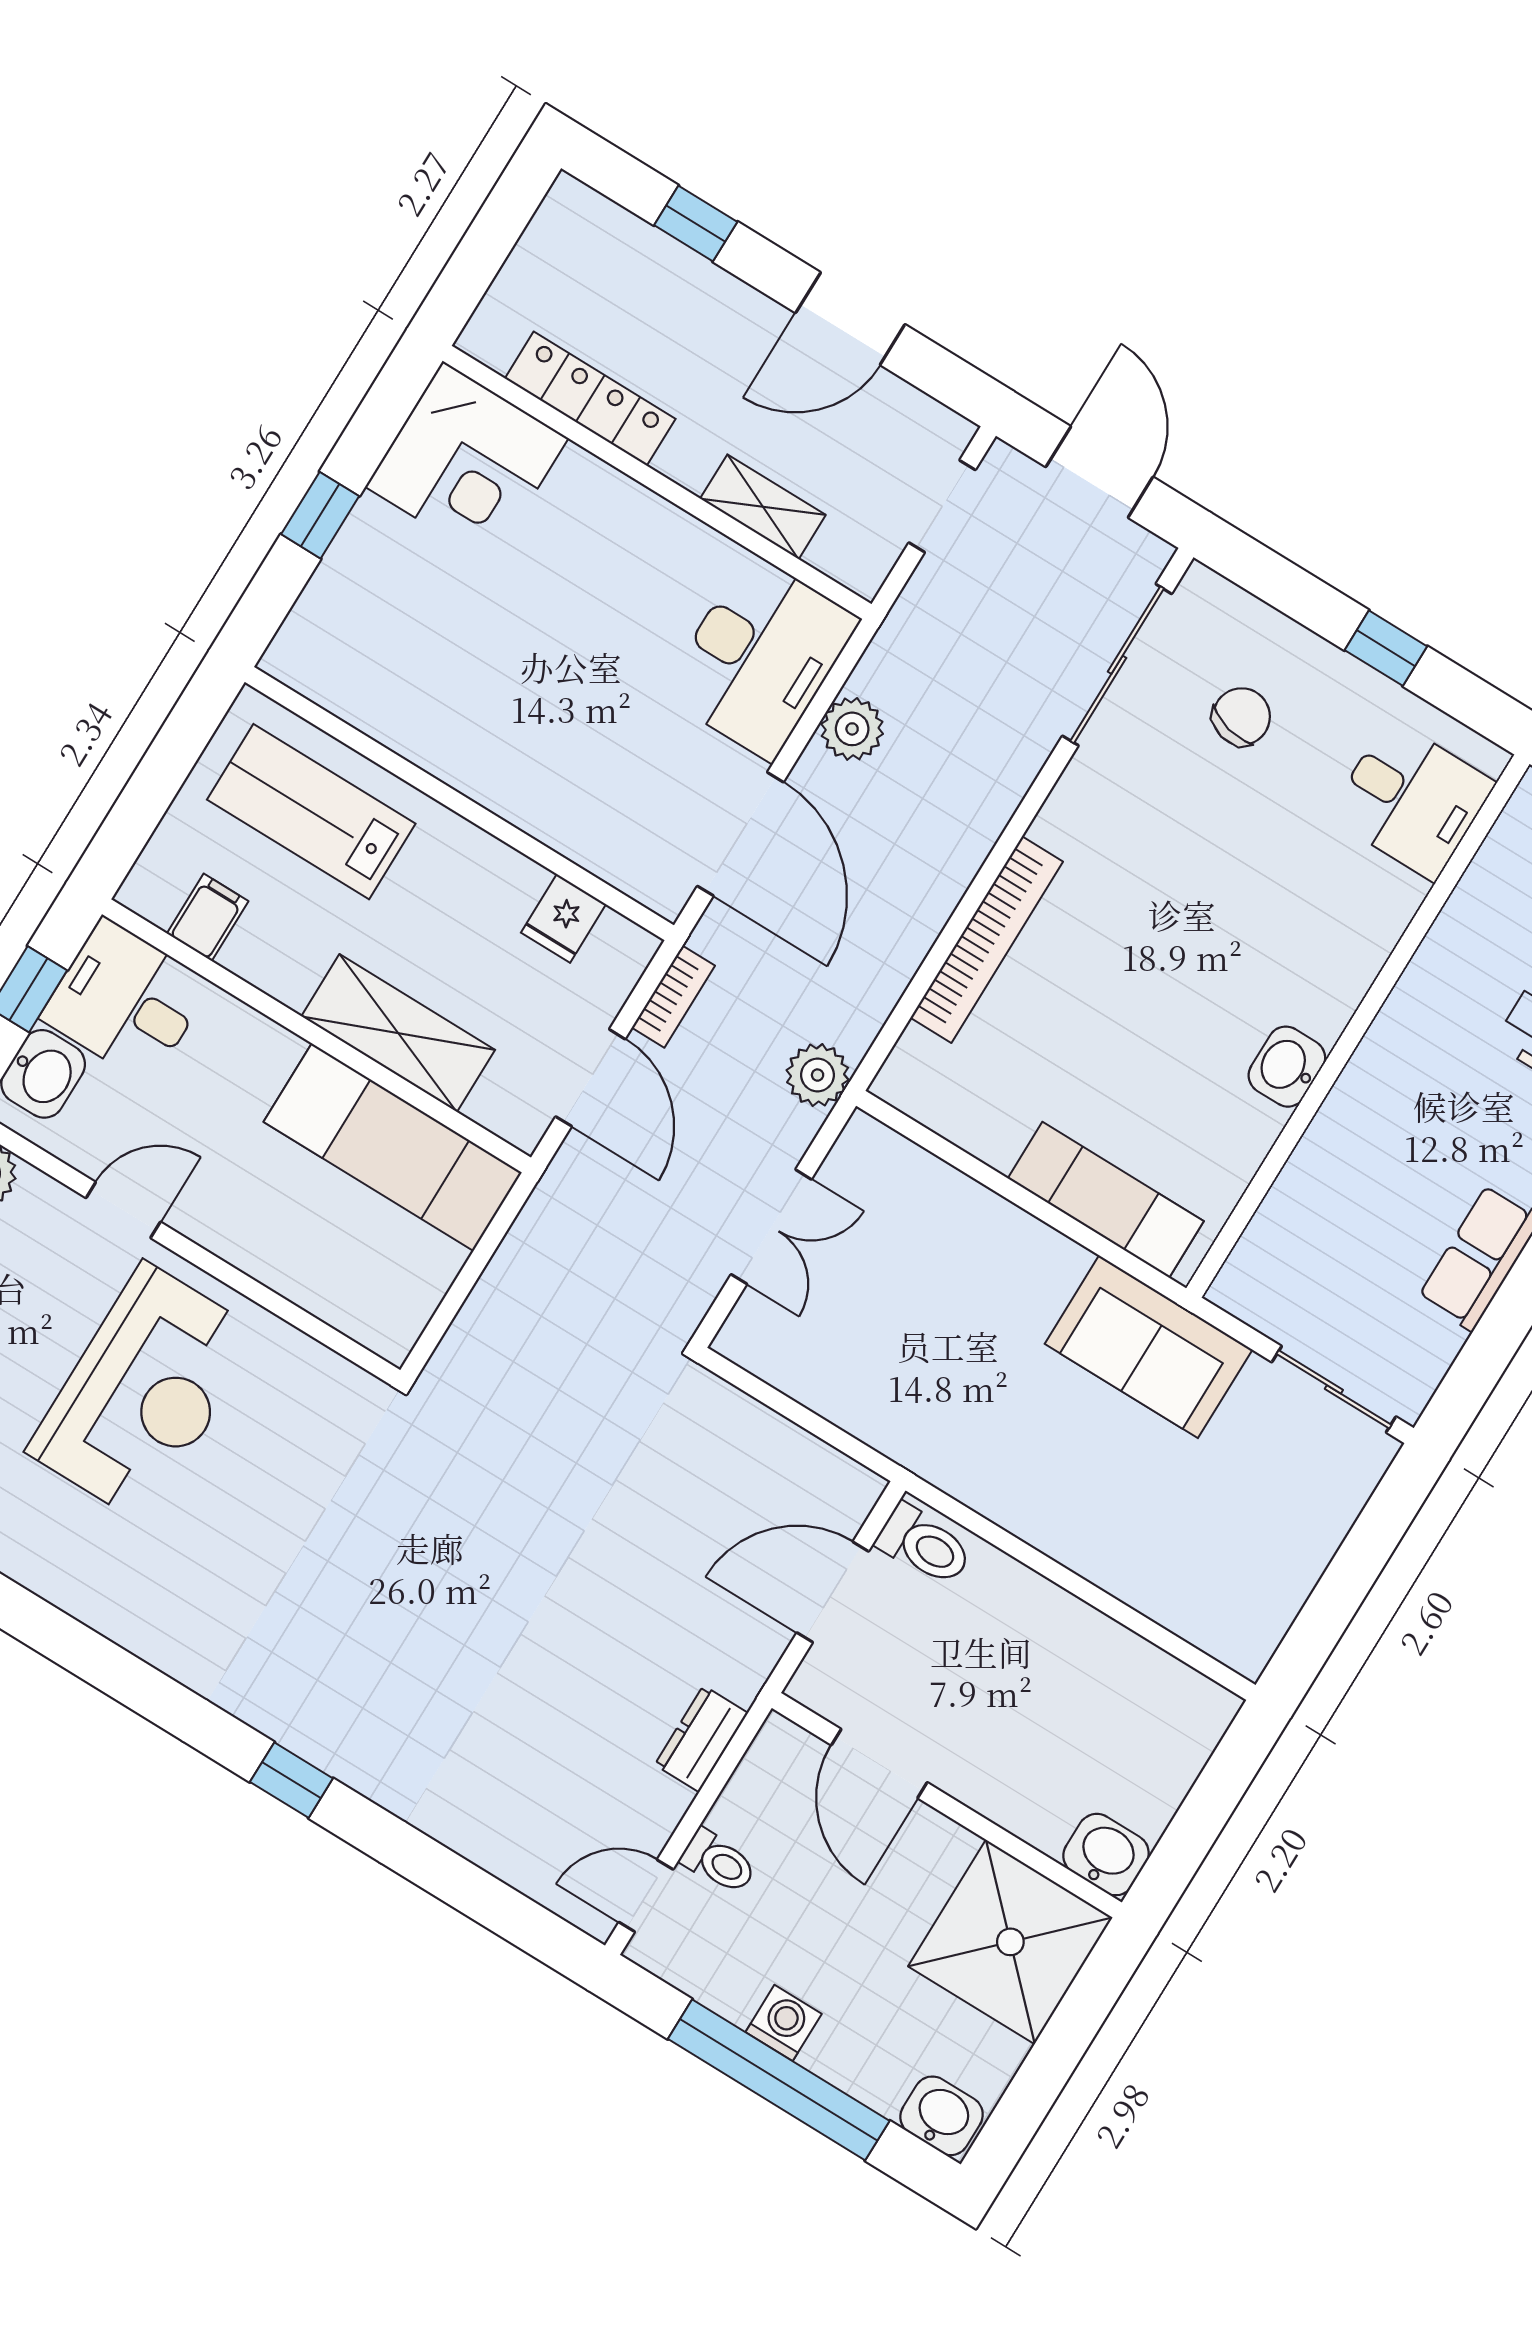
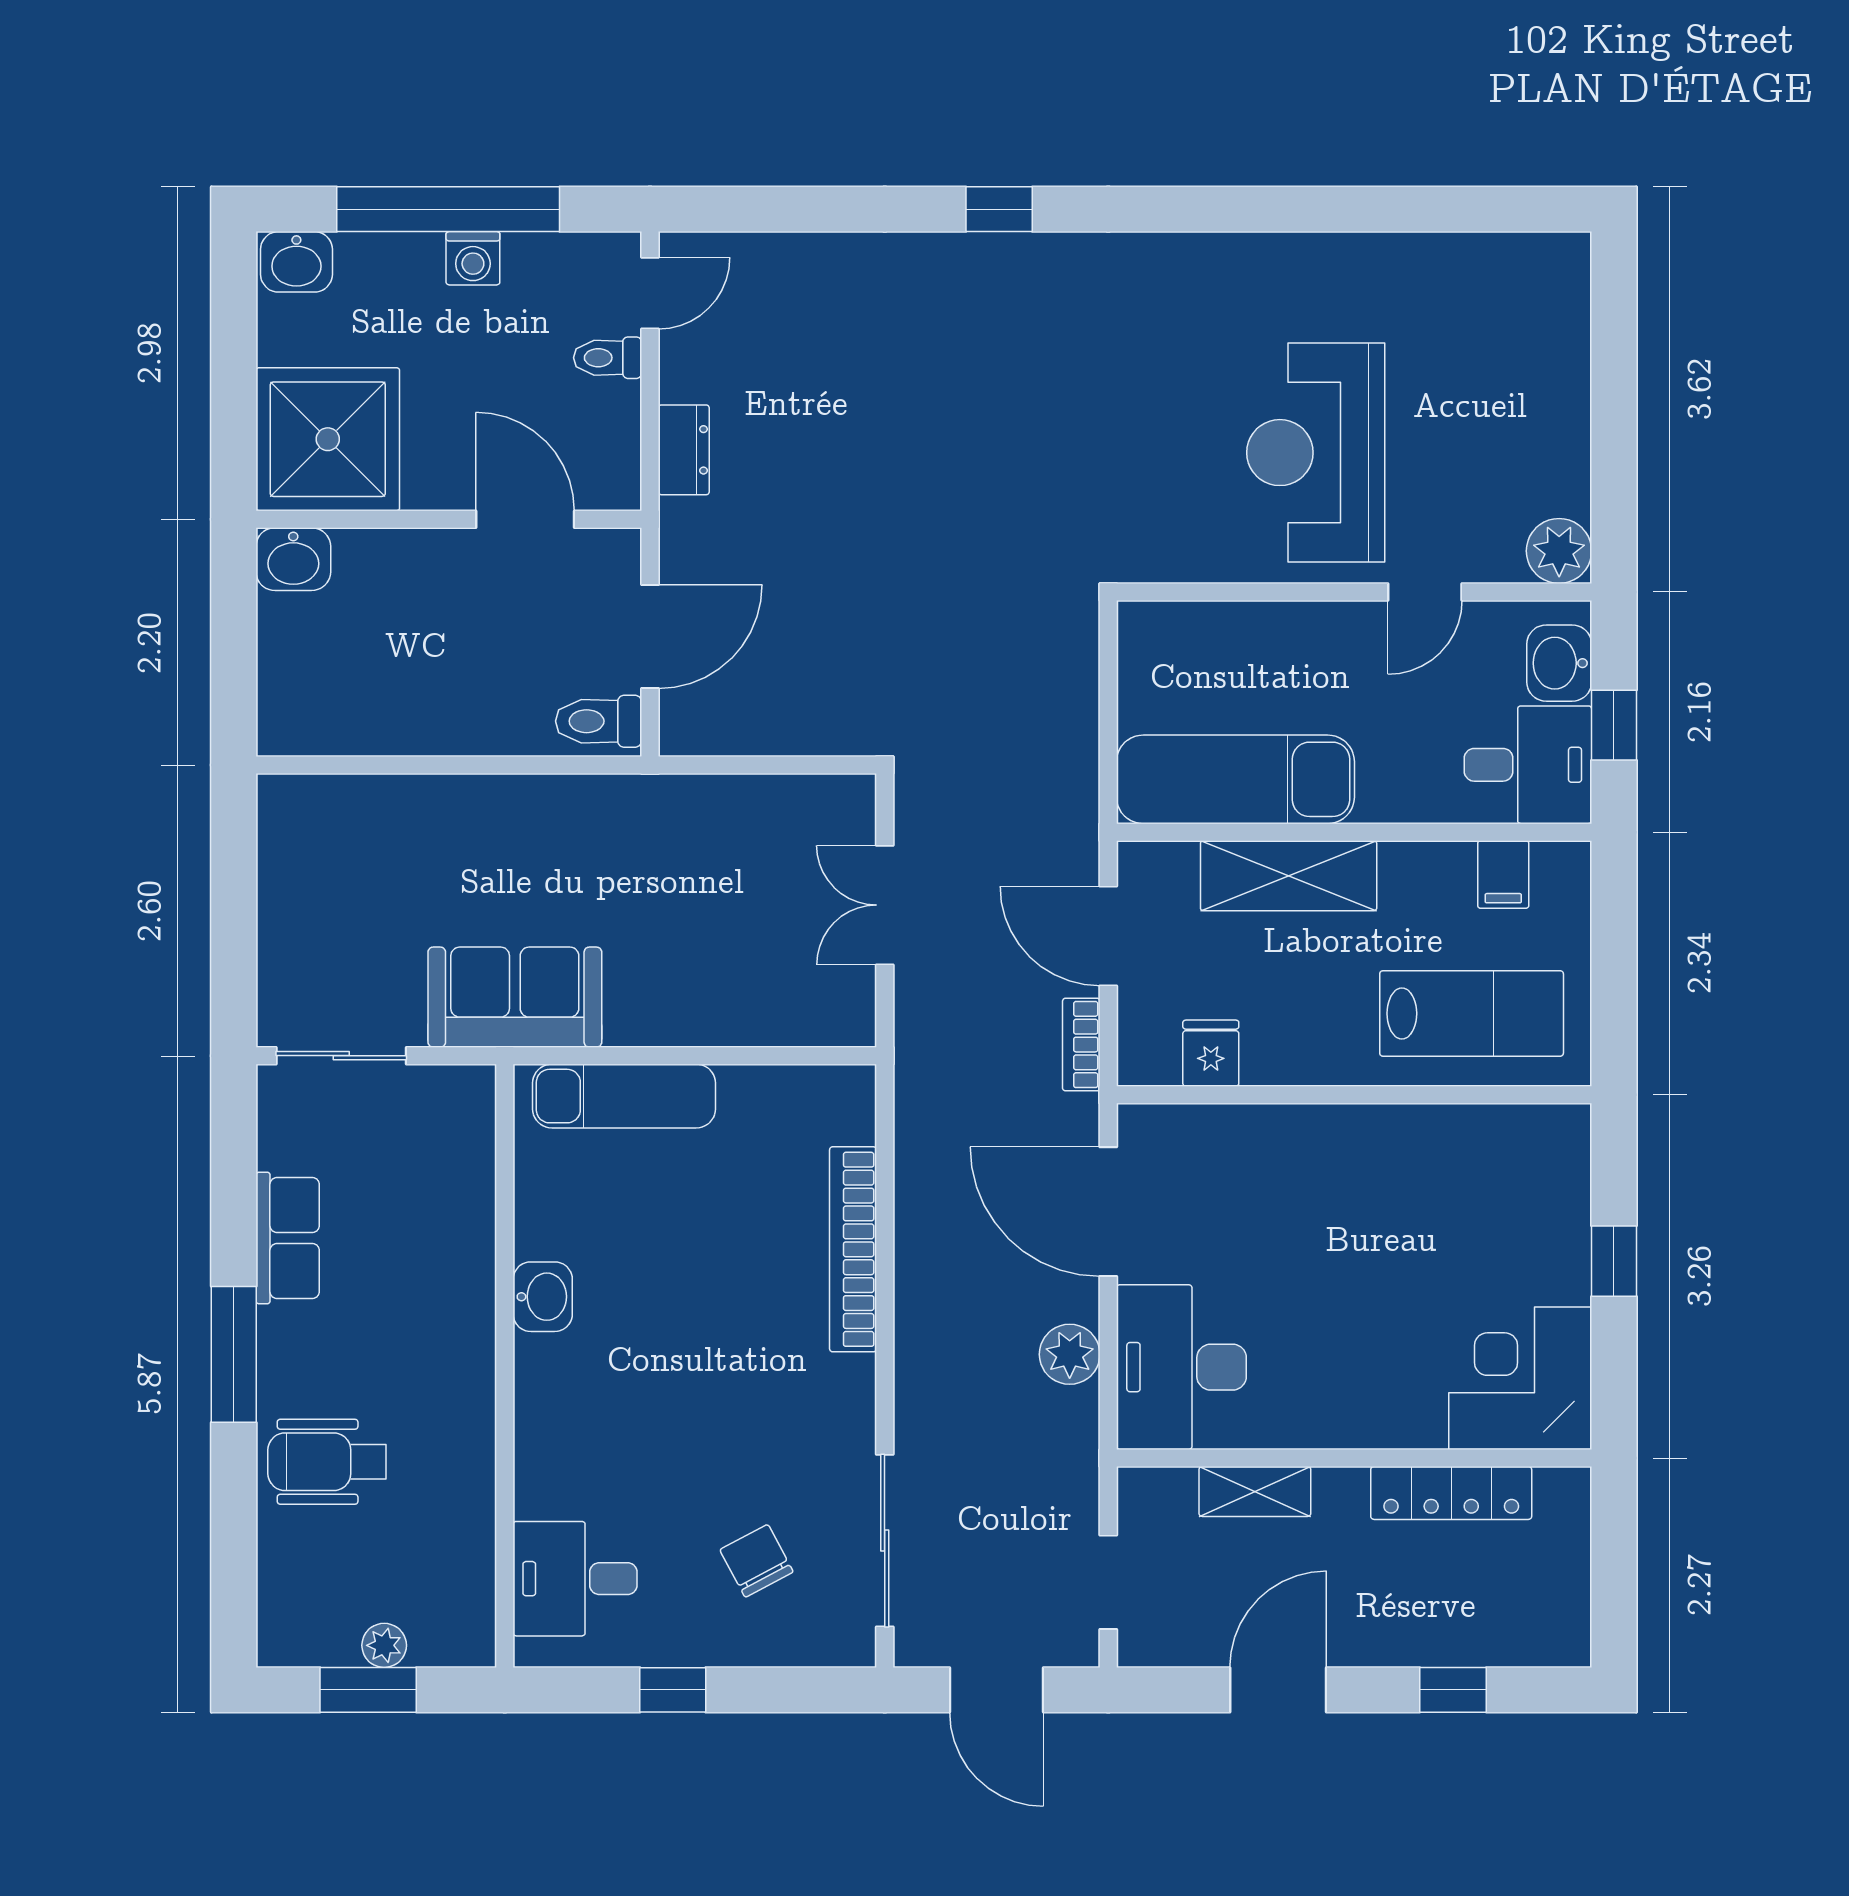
chair: (1241, 717) -> (756, 1561), turned 138
plant: (818, 1075) -> (923, 1053), removed

